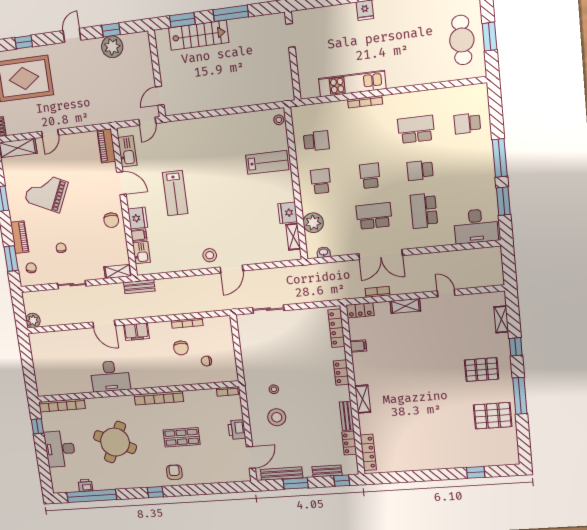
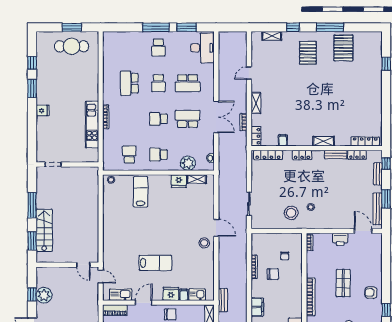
school desk: (467, 123) -> (158, 48), moved
school desk: (374, 216) -> (188, 119), turned 90
stool: (277, 417) -> (291, 213), moved

